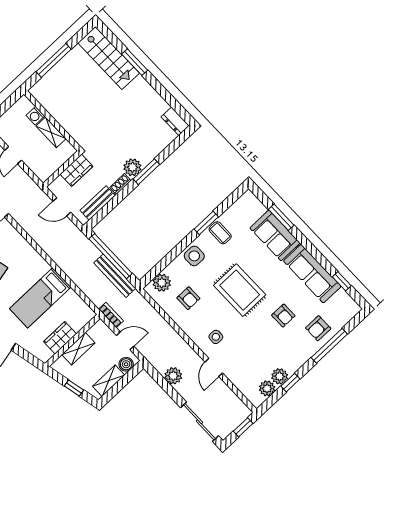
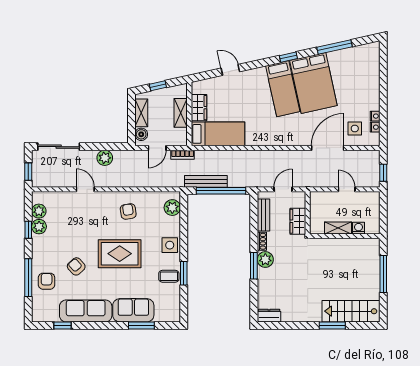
bed: (40, 298) -> (218, 134), moved, turned 90
armchair: (188, 298) -> (128, 211), moved, turned 81
armchair: (283, 316) -> (76, 266), turned 48
side table: (216, 337) -> (104, 209), removed

